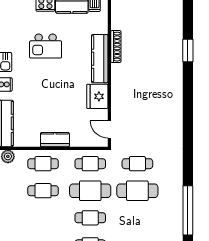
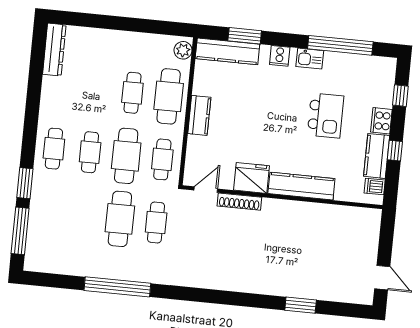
kitchen island: (46, 46) -> (326, 116), turned 180
shoe rack: (116, 47) -> (239, 202), moved
cafe table: (43, 164) -> (169, 96), width x1.37, depth x1.35
window: (188, 210) -> (117, 287), moved

